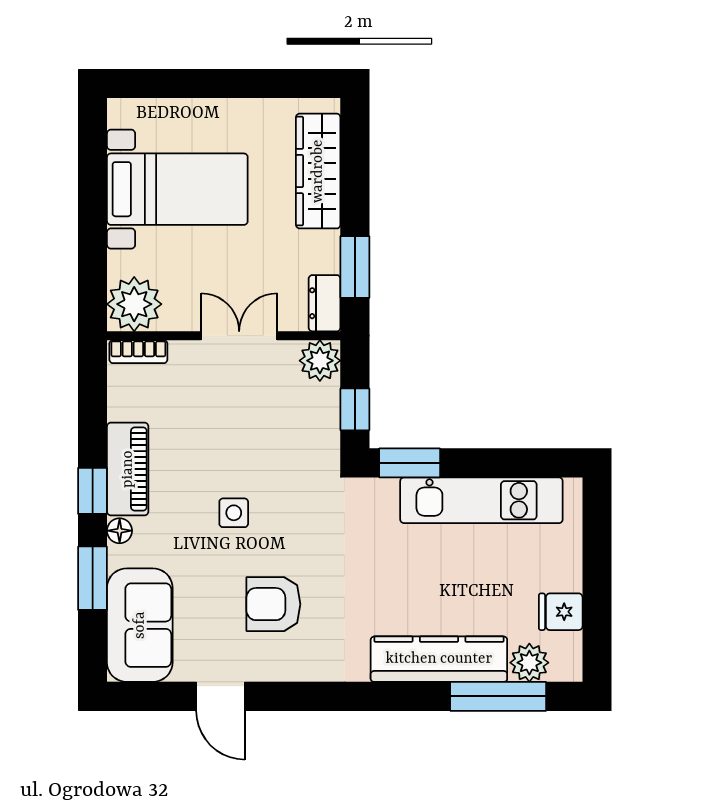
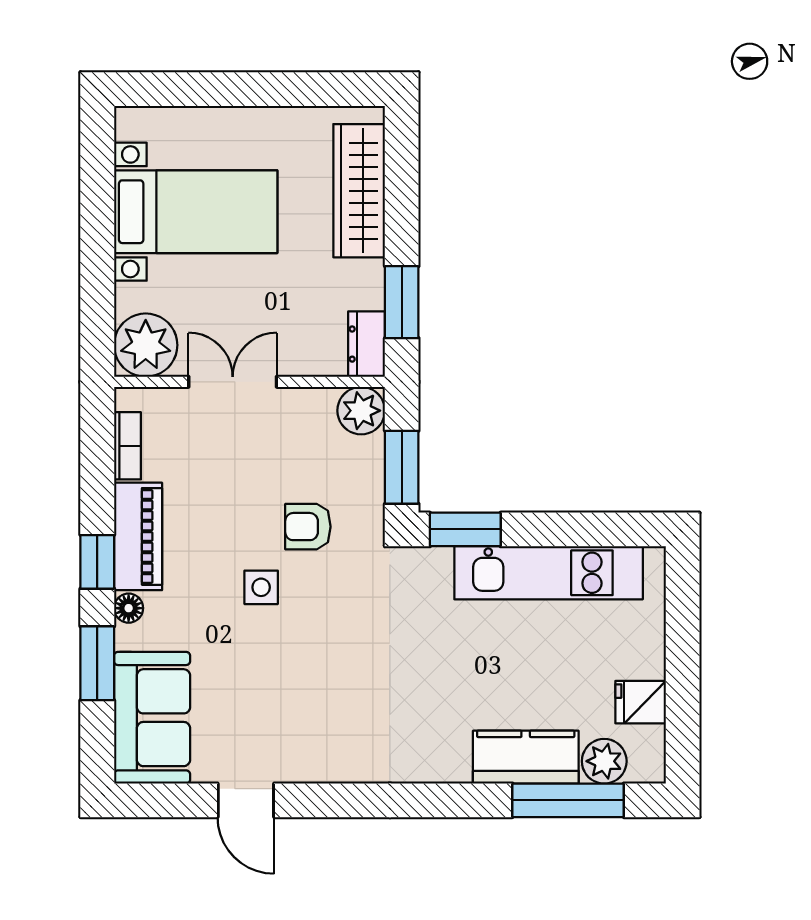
double door: (239, 336) -> (233, 382), moved
bookcase: (138, 352) -> (127, 446), moved, turned -90
window: (355, 409) -> (402, 467), width x1.50
armchair: (273, 604) -> (308, 527), moved, width x0.72, depth x0.72
kitchen counter: (439, 659) -> (526, 757), width x0.67

